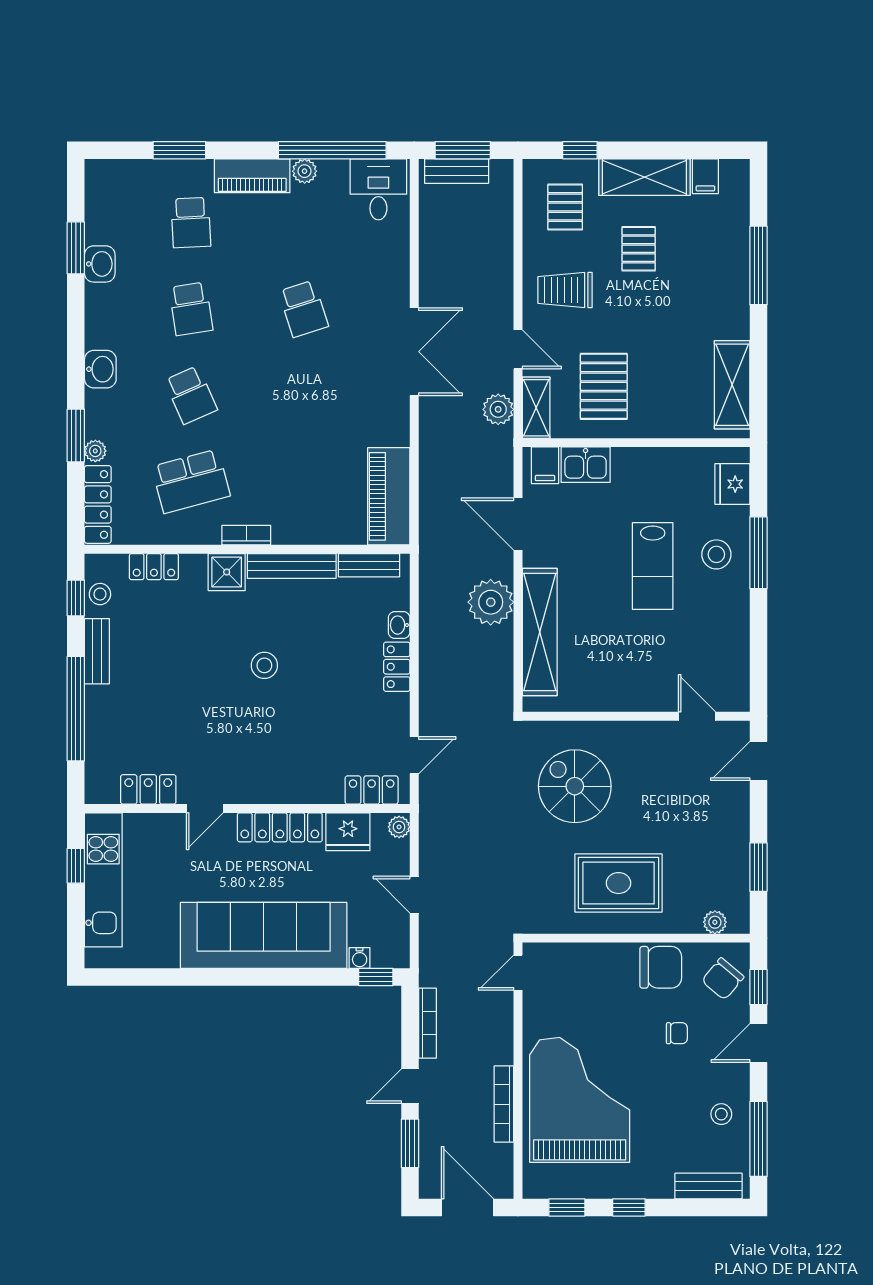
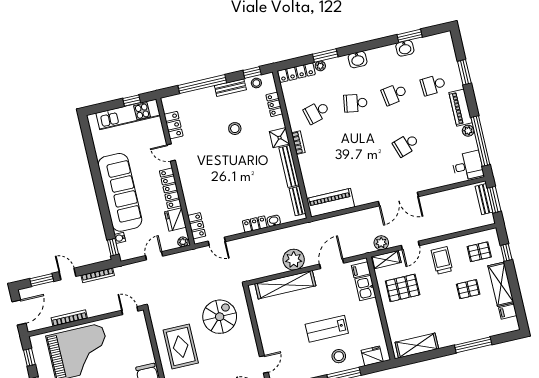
school desk: (191, 395) -> (355, 103), turned 33
school desk: (191, 481) -> (317, 112), width x0.54
stool: (264, 665) -> (235, 129), moved

